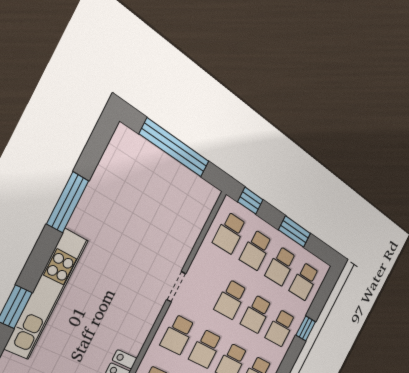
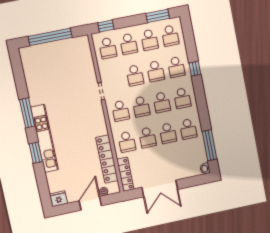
window: (68, 202) -> (27, 113), moved
window: (295, 232) -> (158, 16), moved
window: (306, 328) -> (195, 69), moved

